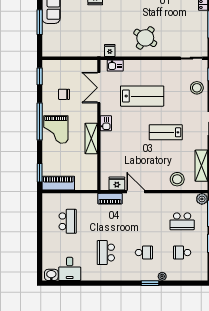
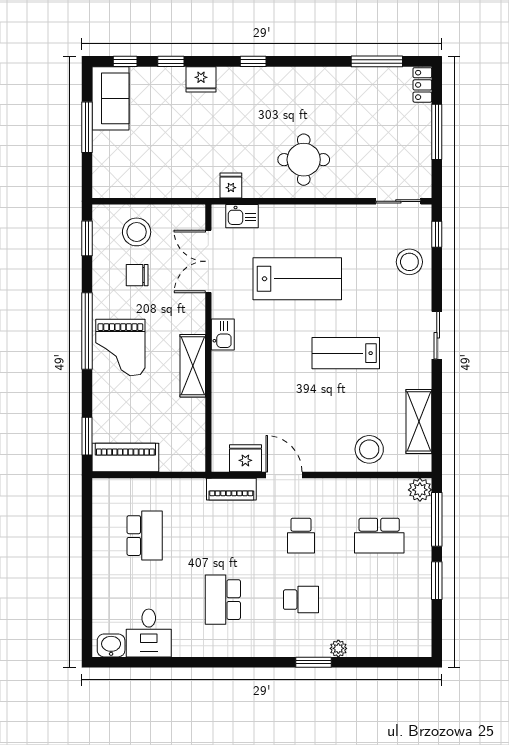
round table: (145, 38) -> (304, 160), turned -34
stool: (64, 73) -> (137, 232), added
school desk: (182, 253) -> (301, 536), moved, turned -90

